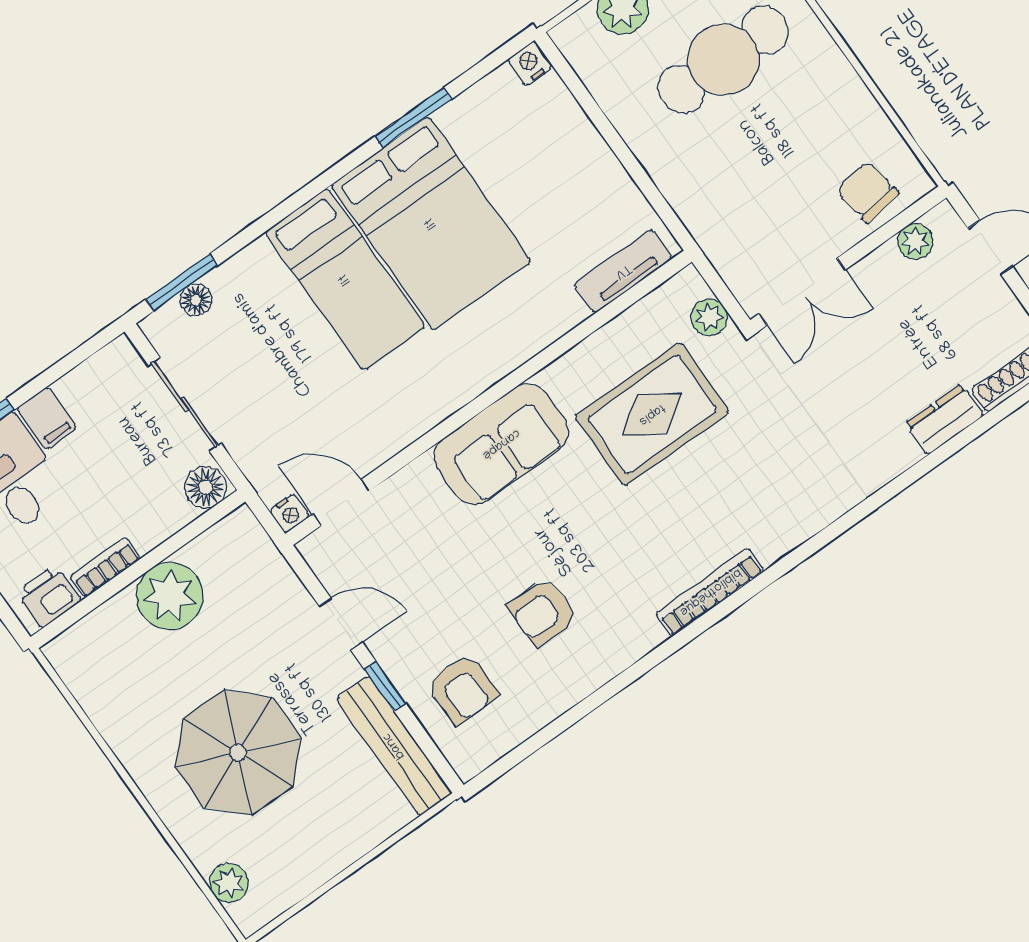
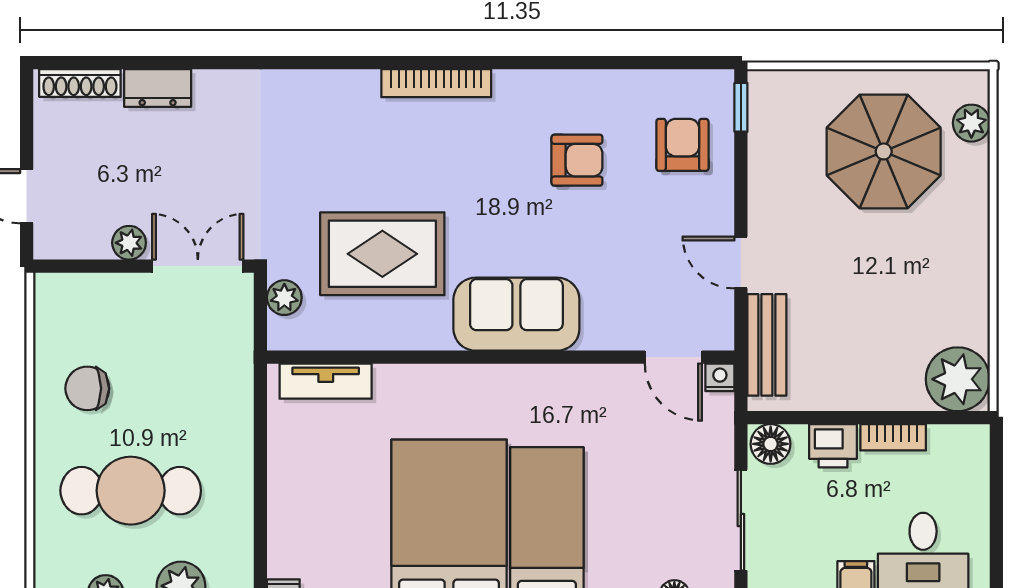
chair: (868, 192) -> (87, 388), moved, turned 99
plant: (915, 241) -> (129, 243), moved
printer: (49, 596) -> (833, 446), moved
plant: (170, 596) -> (958, 379), moved
window: (385, 686) -> (741, 107), moved
bench: (394, 746) -> (767, 345), moved, width x0.73
parasol: (238, 753) -> (884, 151), moved

